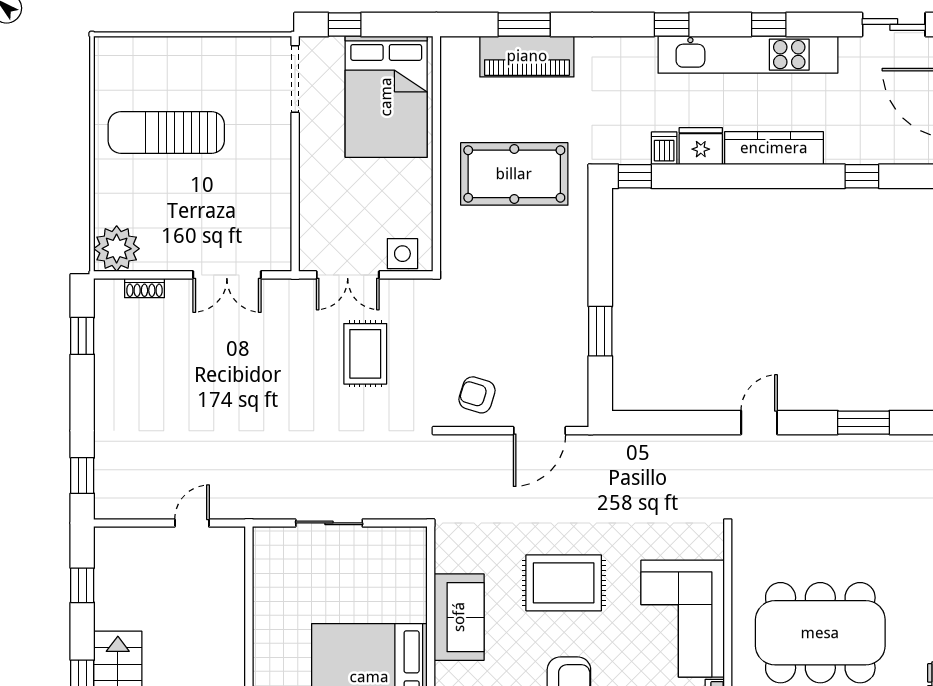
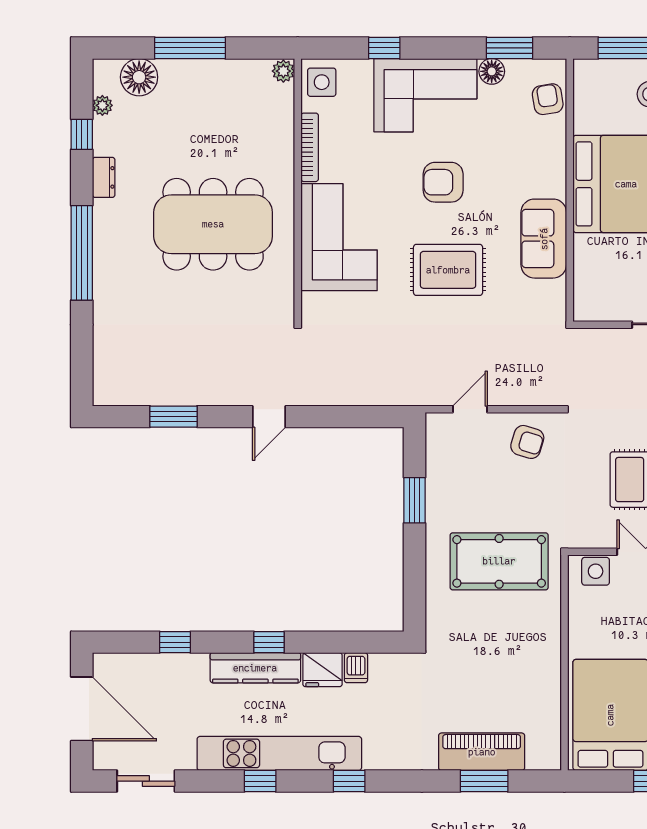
pool table: (514, 174) -> (499, 561), moved
window: (635, 176) -> (269, 642), moved
door: (540, 431) -> (470, 409), width x0.73

